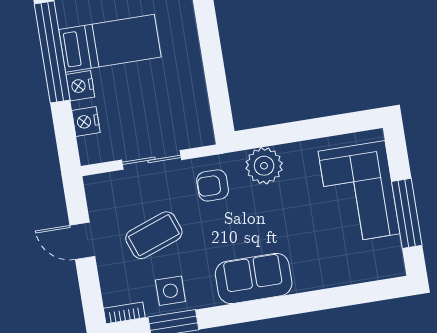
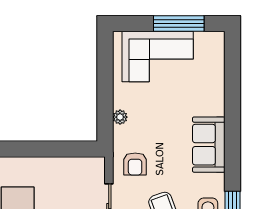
plant: (264, 166) -> (120, 117), width x0.53, depth x0.53

